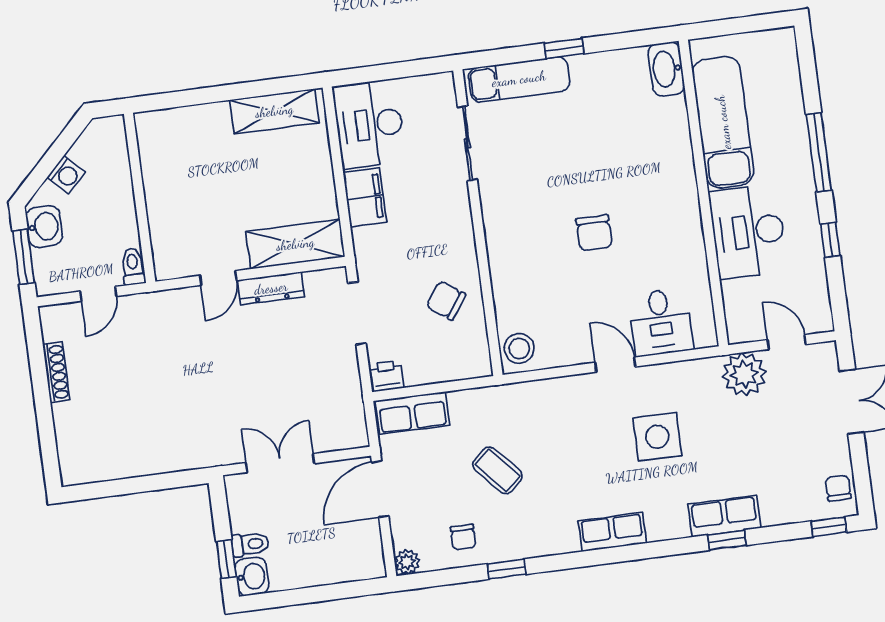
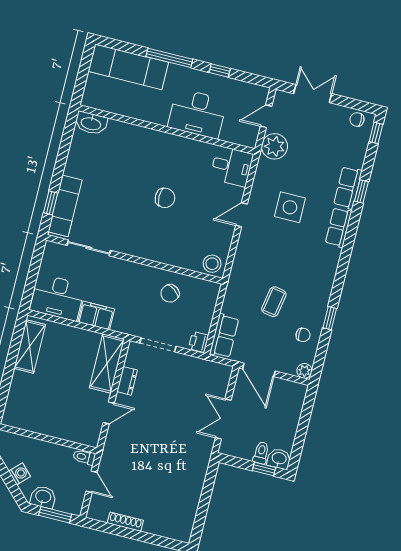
window: (564, 48) -> (51, 203), moved
exam couch: (723, 122) -> (128, 67), moved, turned 180
door: (218, 278) -> (109, 413), hinge flipped
dresser: (271, 288) -> (127, 381), width x0.70
desk: (661, 322) -> (232, 166), moved
coffee table: (498, 470) -> (274, 302), turned -38
row of seats: (612, 532) -> (338, 227), moved

